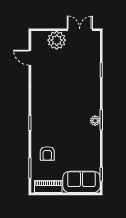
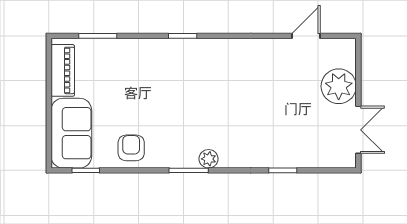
plant: (95, 121) -> (209, 159), moved
armchair: (47, 153) -> (131, 148), moved, turned 90

